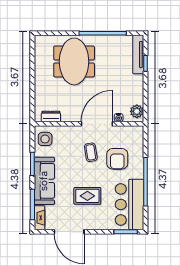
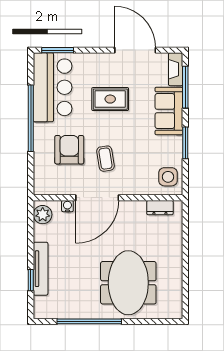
tv unit: (138, 55) -> (41, 269), moved
sofa: (44, 181) -> (169, 111), width x0.73

